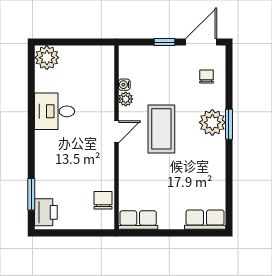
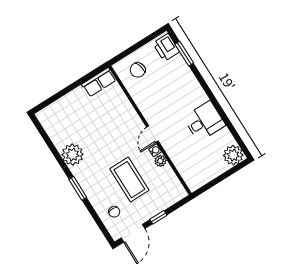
water cooler: (124, 85) -> (155, 150), moved
plant: (212, 122) -> (73, 155), moved
coffee table: (161, 129) -> (129, 180), moved
chair: (103, 200) -> (138, 70), moved, turned 75
row of seats: (205, 220) -> (53, 112), removed

